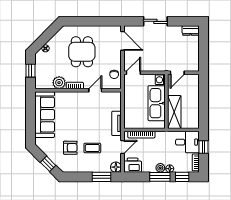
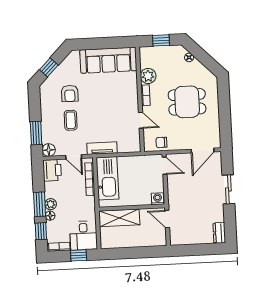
kitchen sink: (157, 103) -> (107, 178), moved, turned 90

